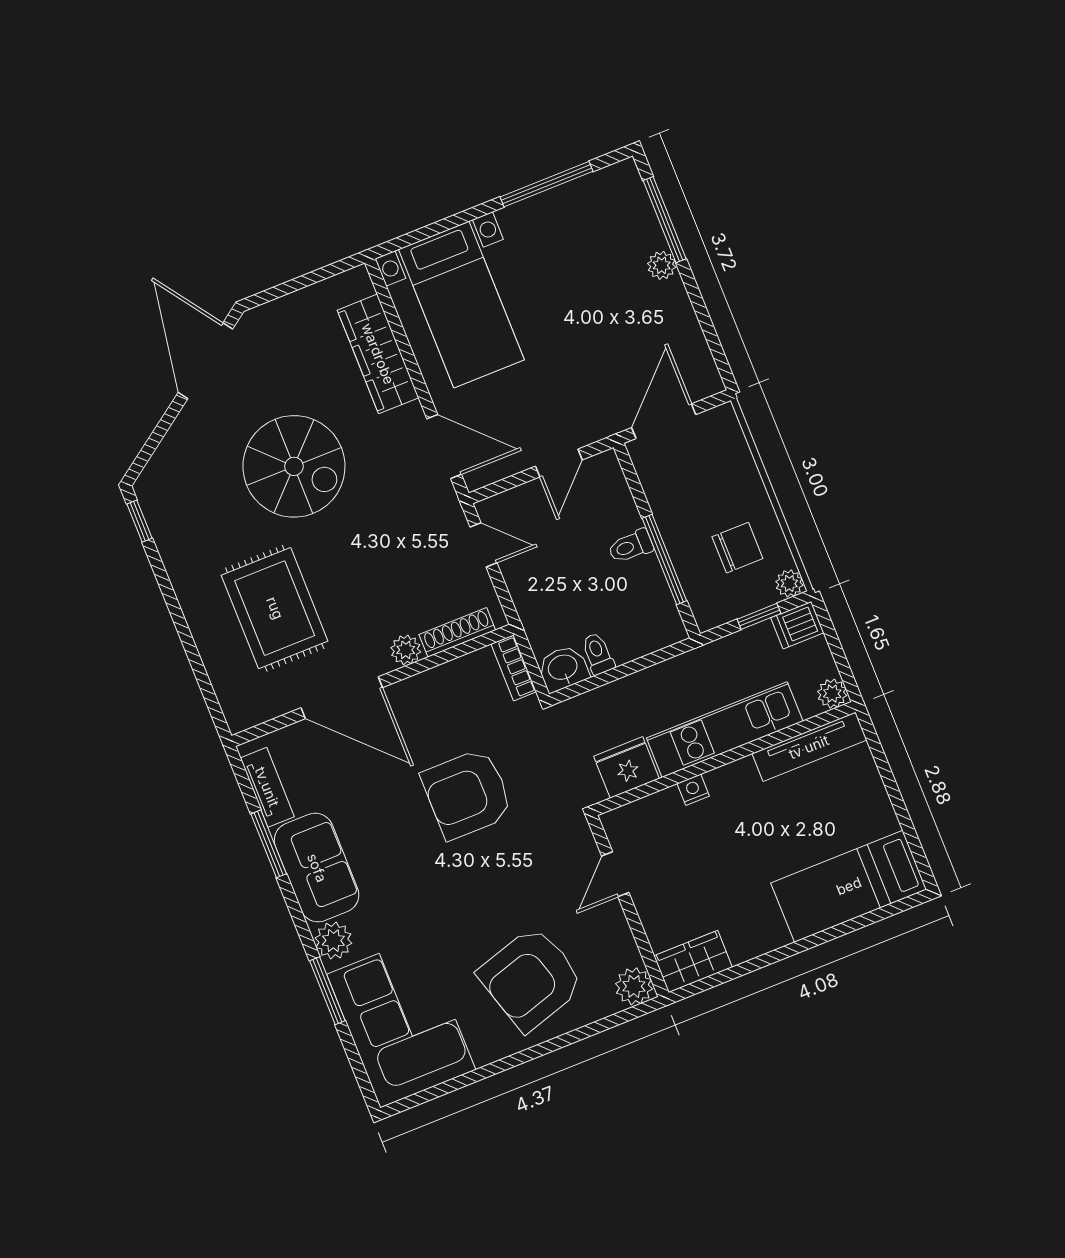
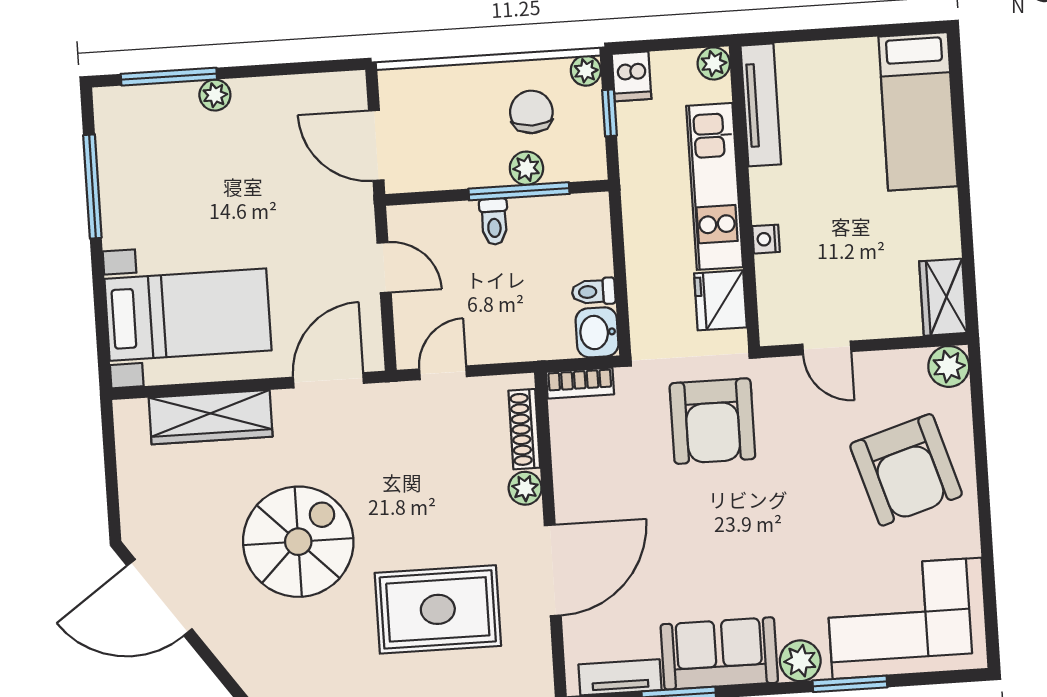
plant: (687, 559) -> (526, 168), added
armchair: (467, 794) -> (712, 421), moved

